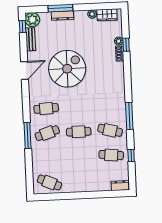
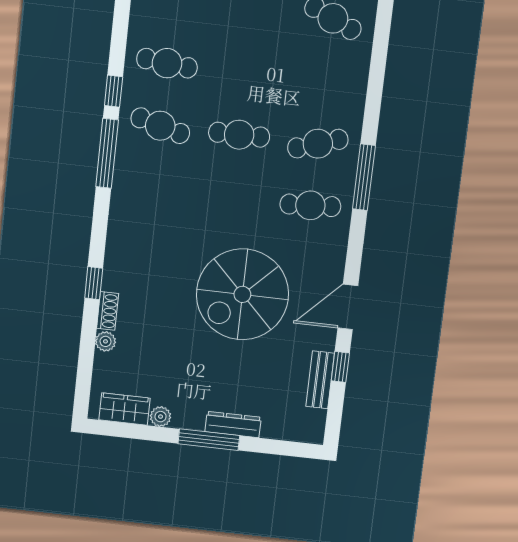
window: (60, 8) -> (209, 440), moved
plant: (32, 20) -> (308, 426), removed
window: (23, 27) -> (340, 367), moved
window: (126, 45) -> (94, 283), moved
window: (27, 136) -> (364, 177), moved
window: (131, 155) -> (114, 91), moved

